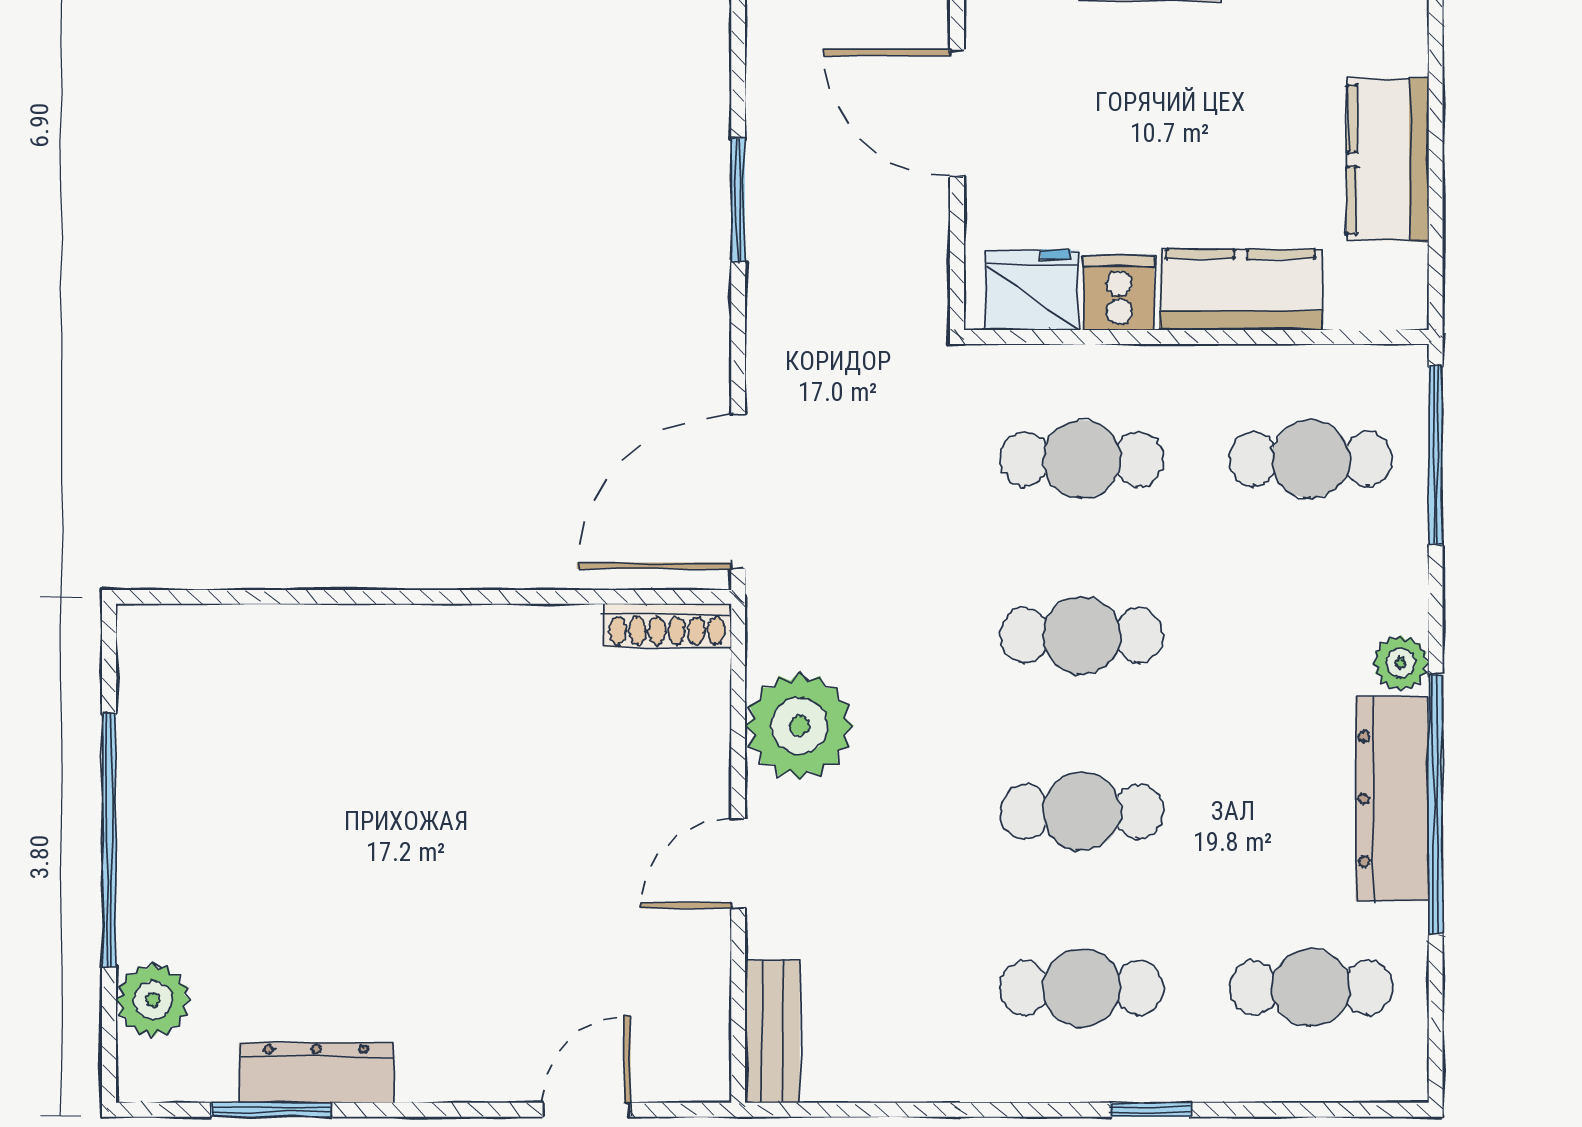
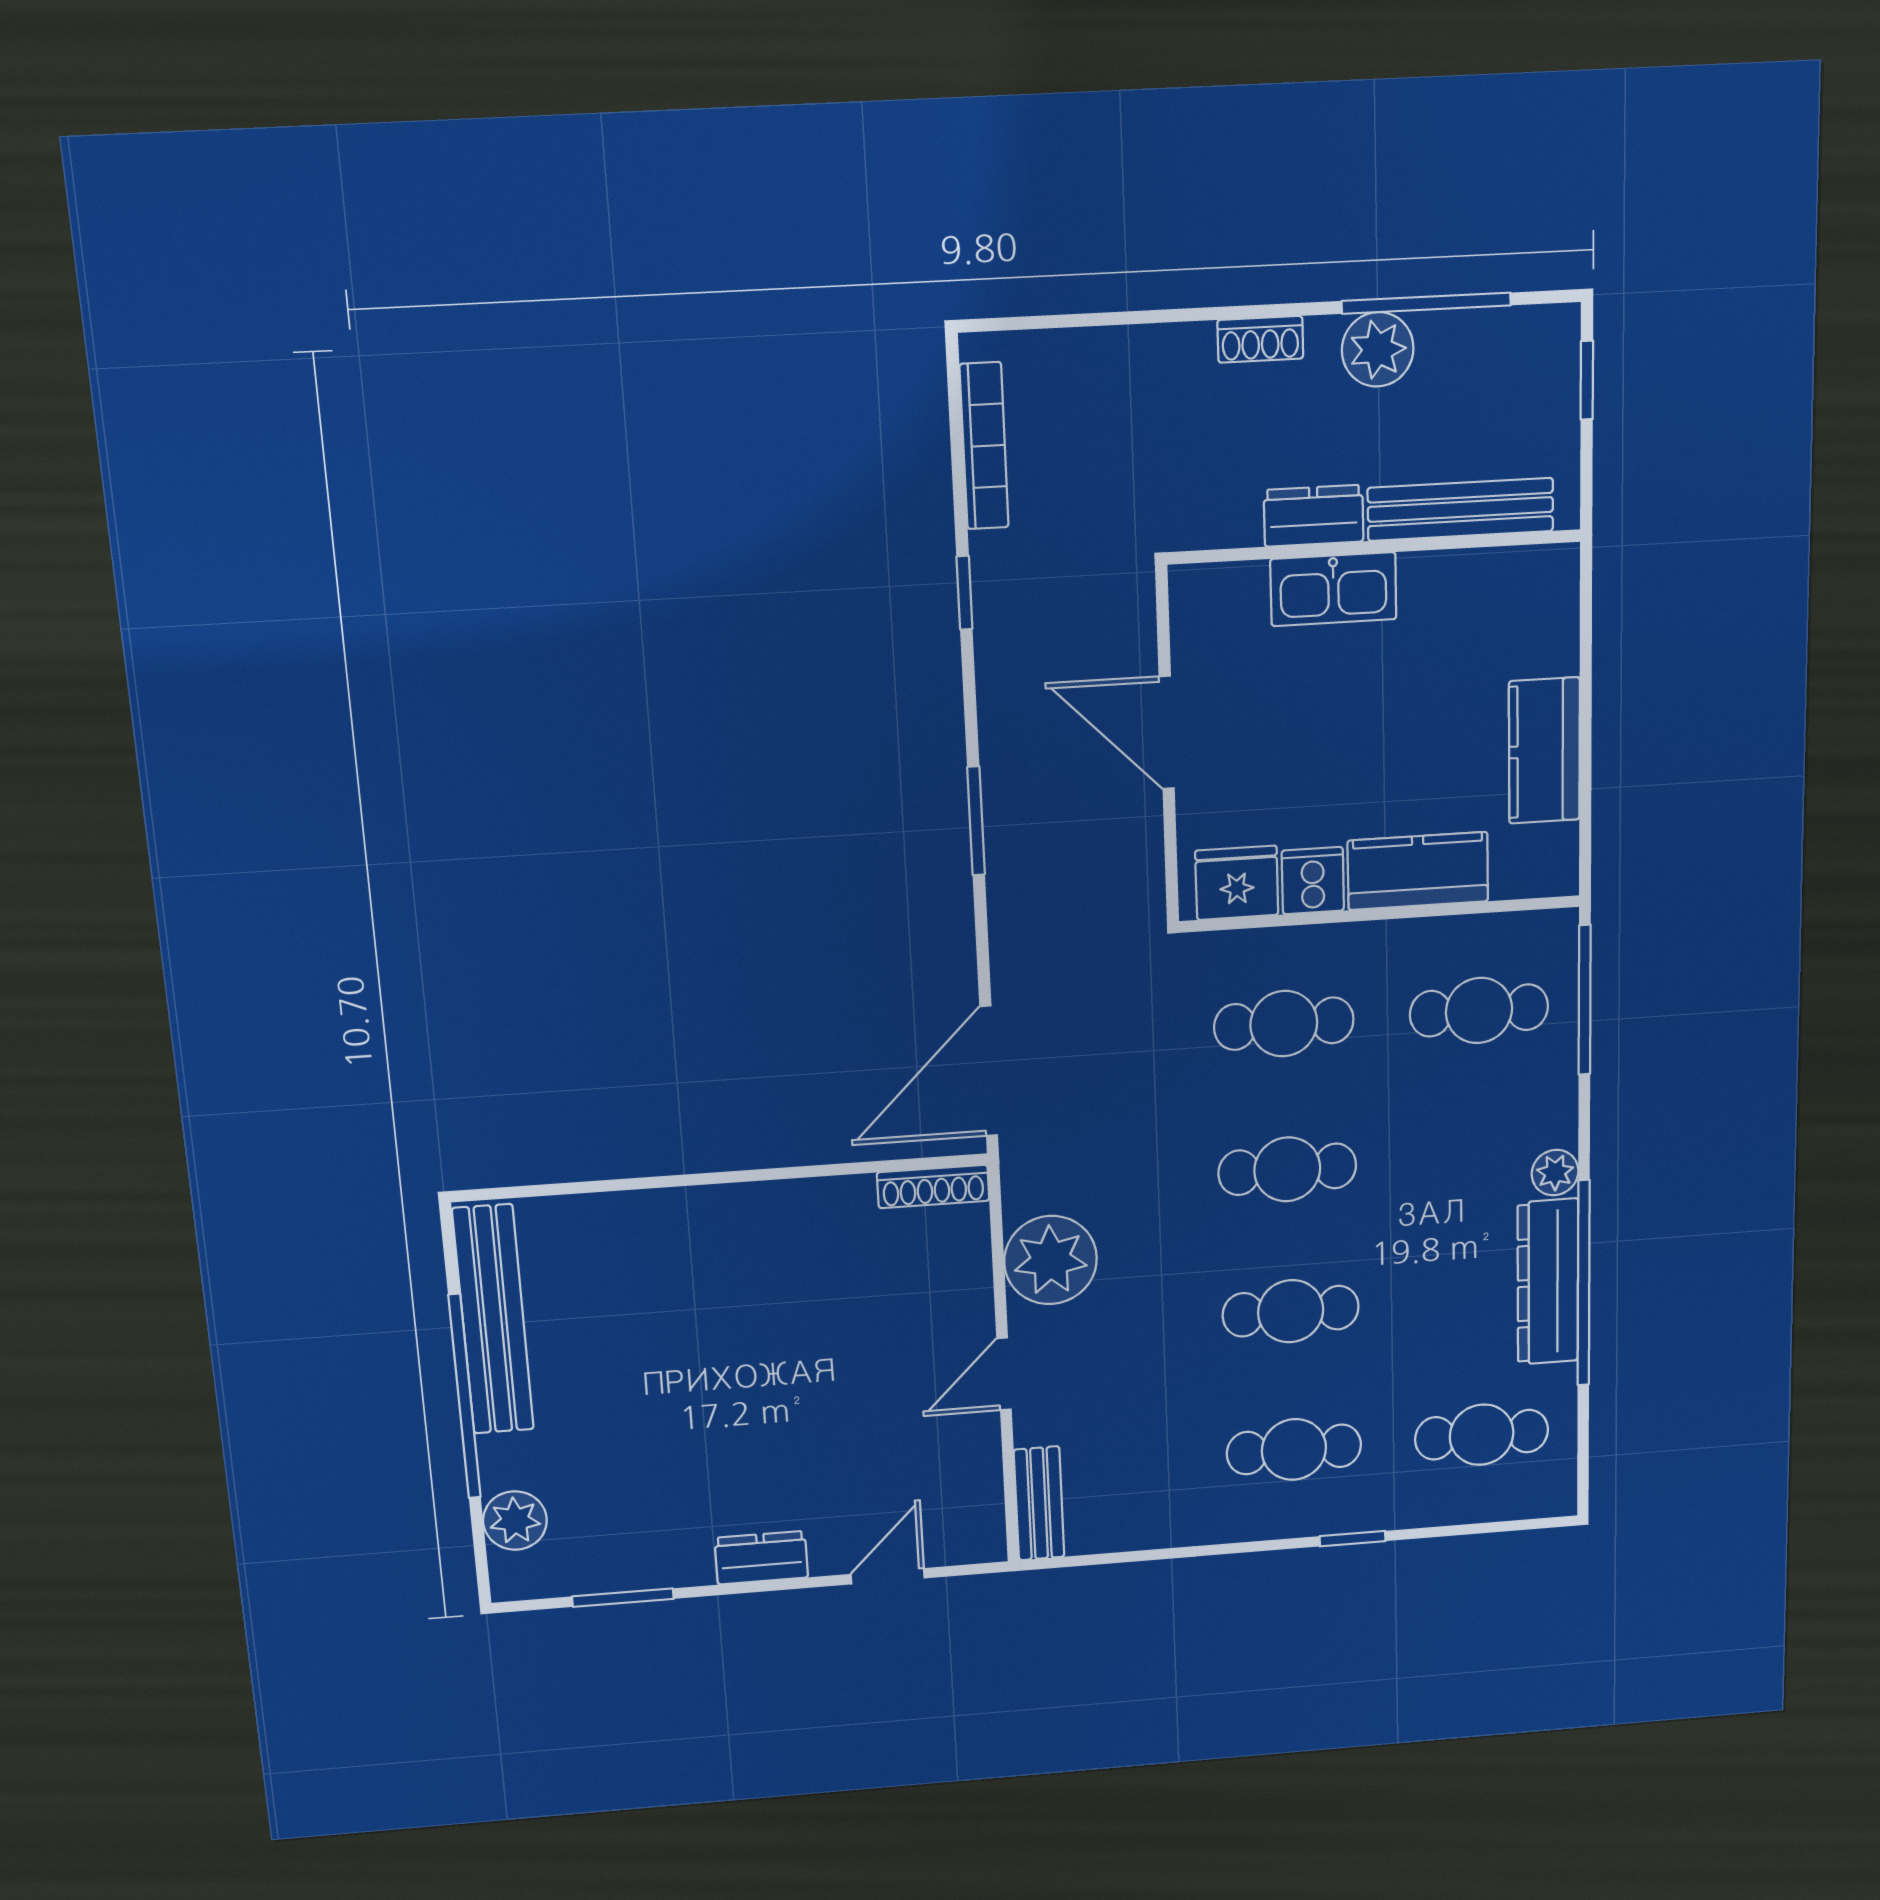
bench: (150, 749) -> (493, 1320), added
dresser: (316, 1073) -> (761, 1558), moved, width x0.70

